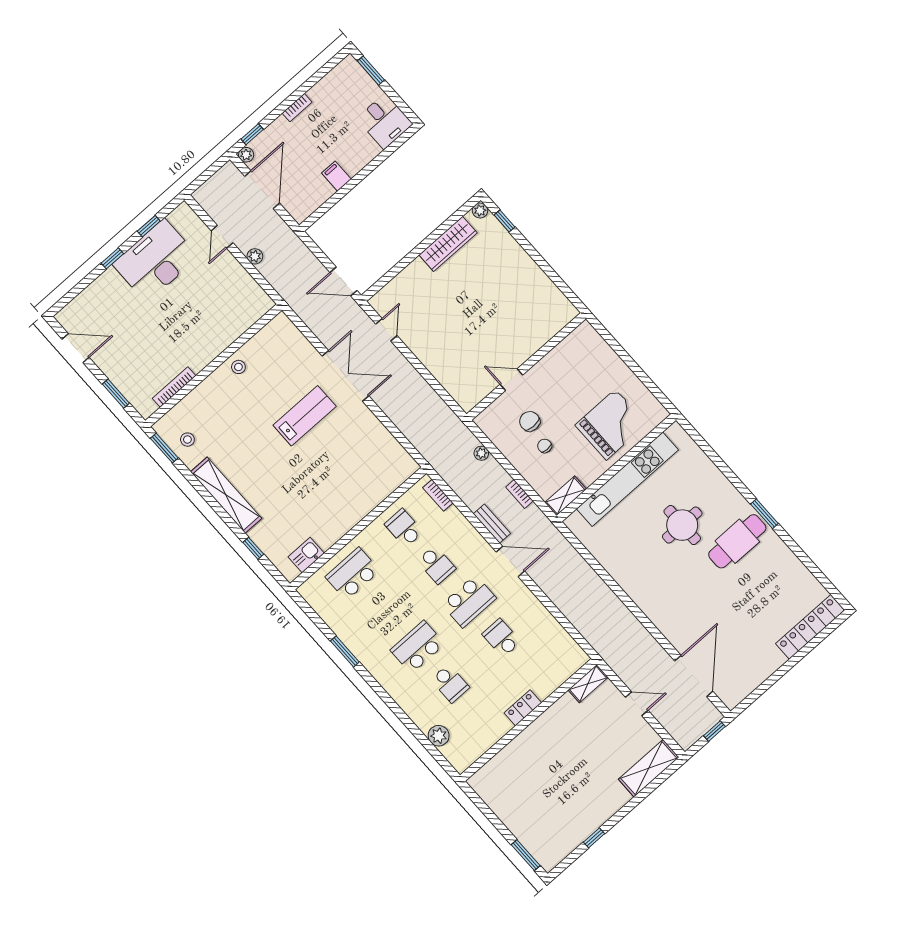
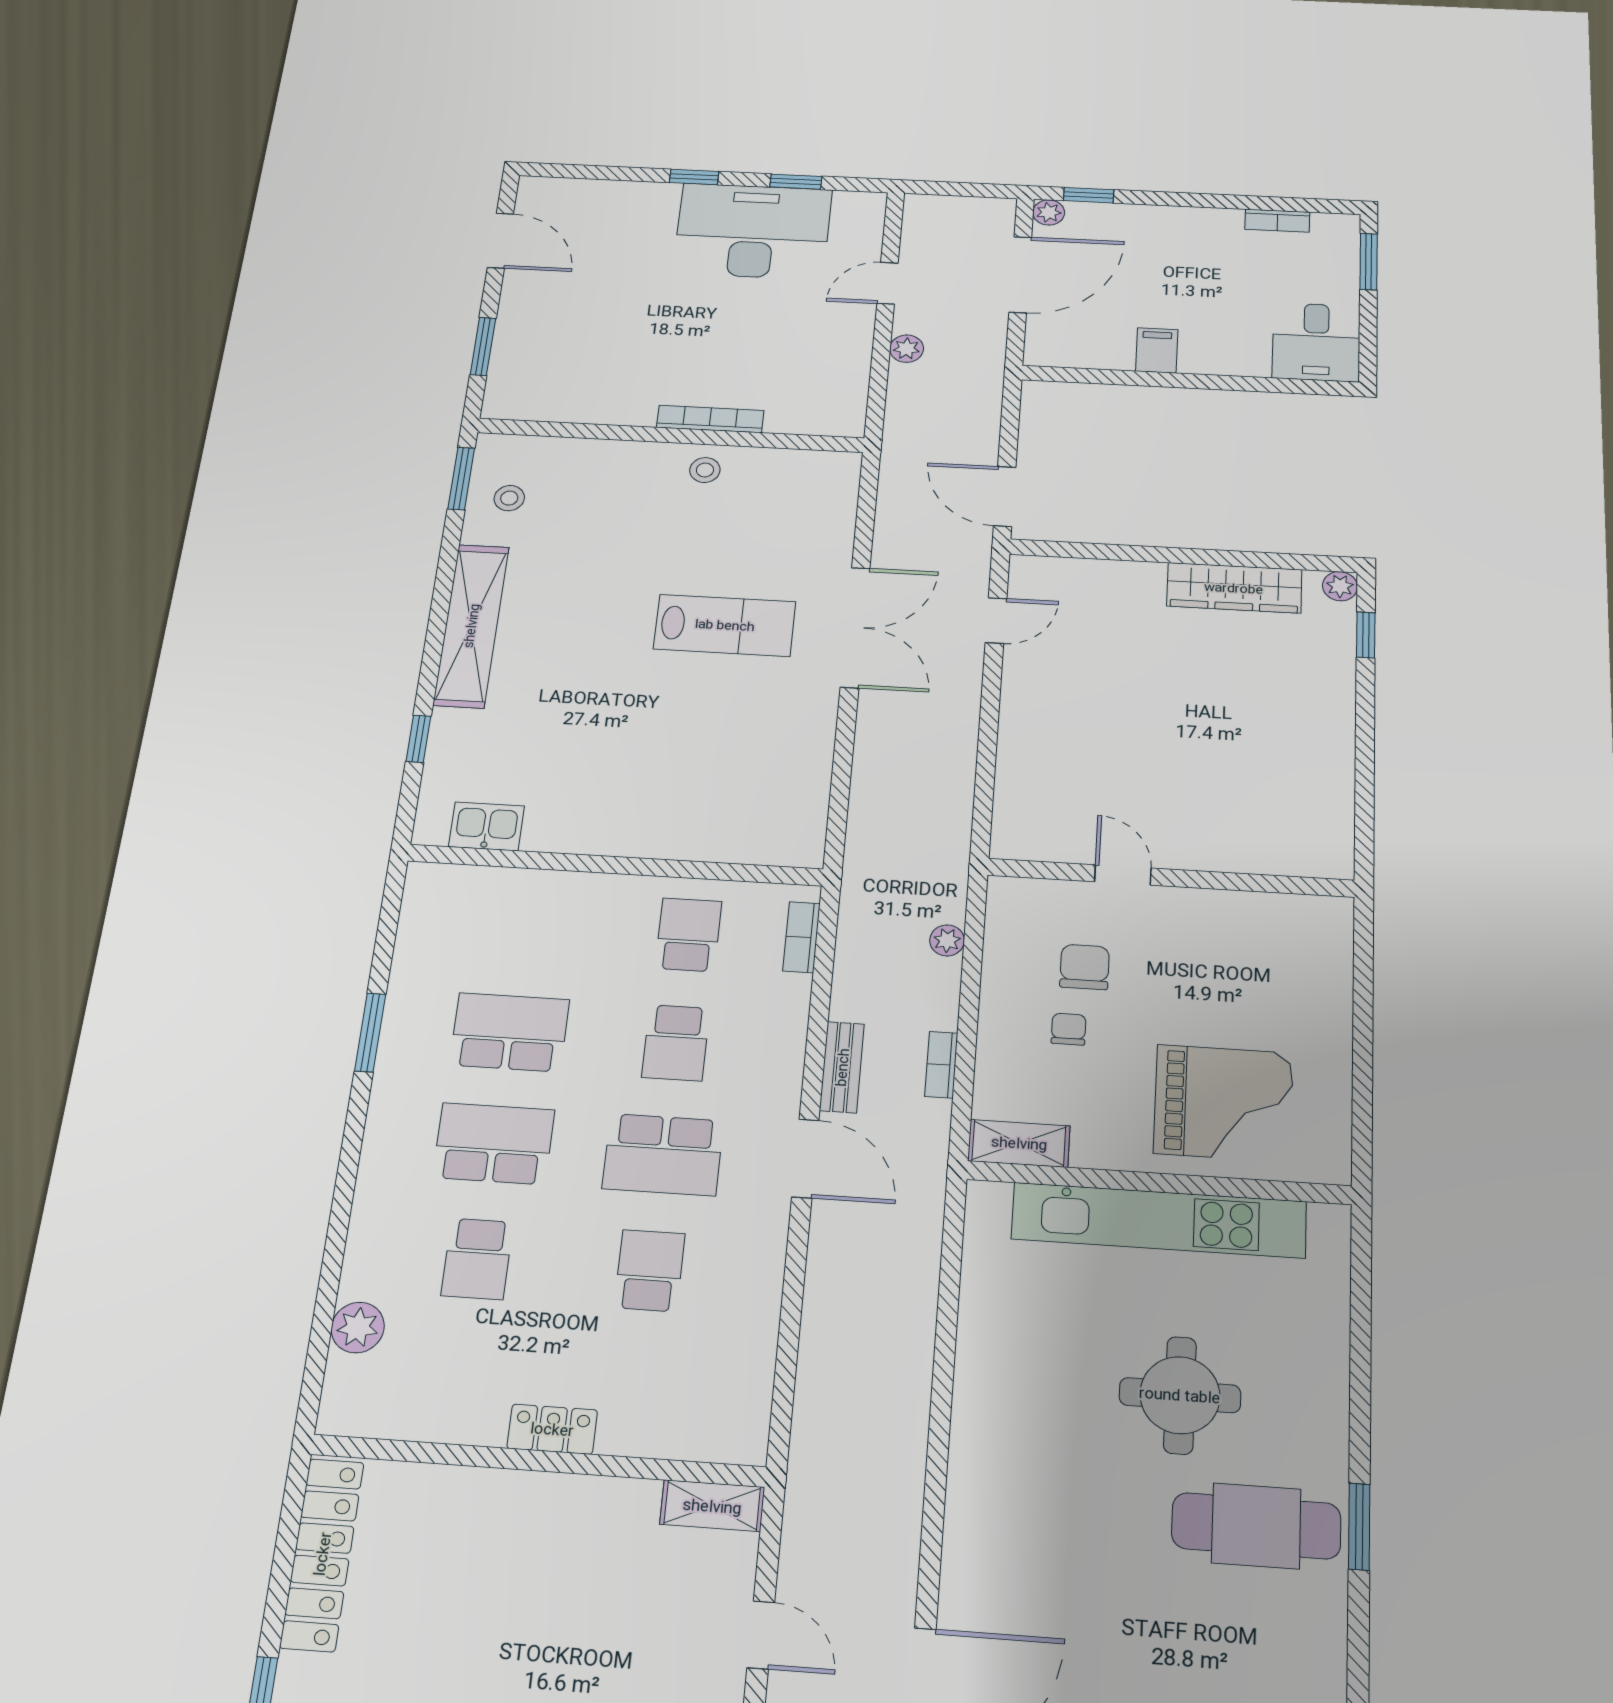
bookcase: (297, 108) -> (1277, 221), moved
bookcase: (174, 387) -> (710, 419), moved
school desk: (353, 574) -> (510, 1032), moved
locker: (498, 803) -> (322, 1554), added

